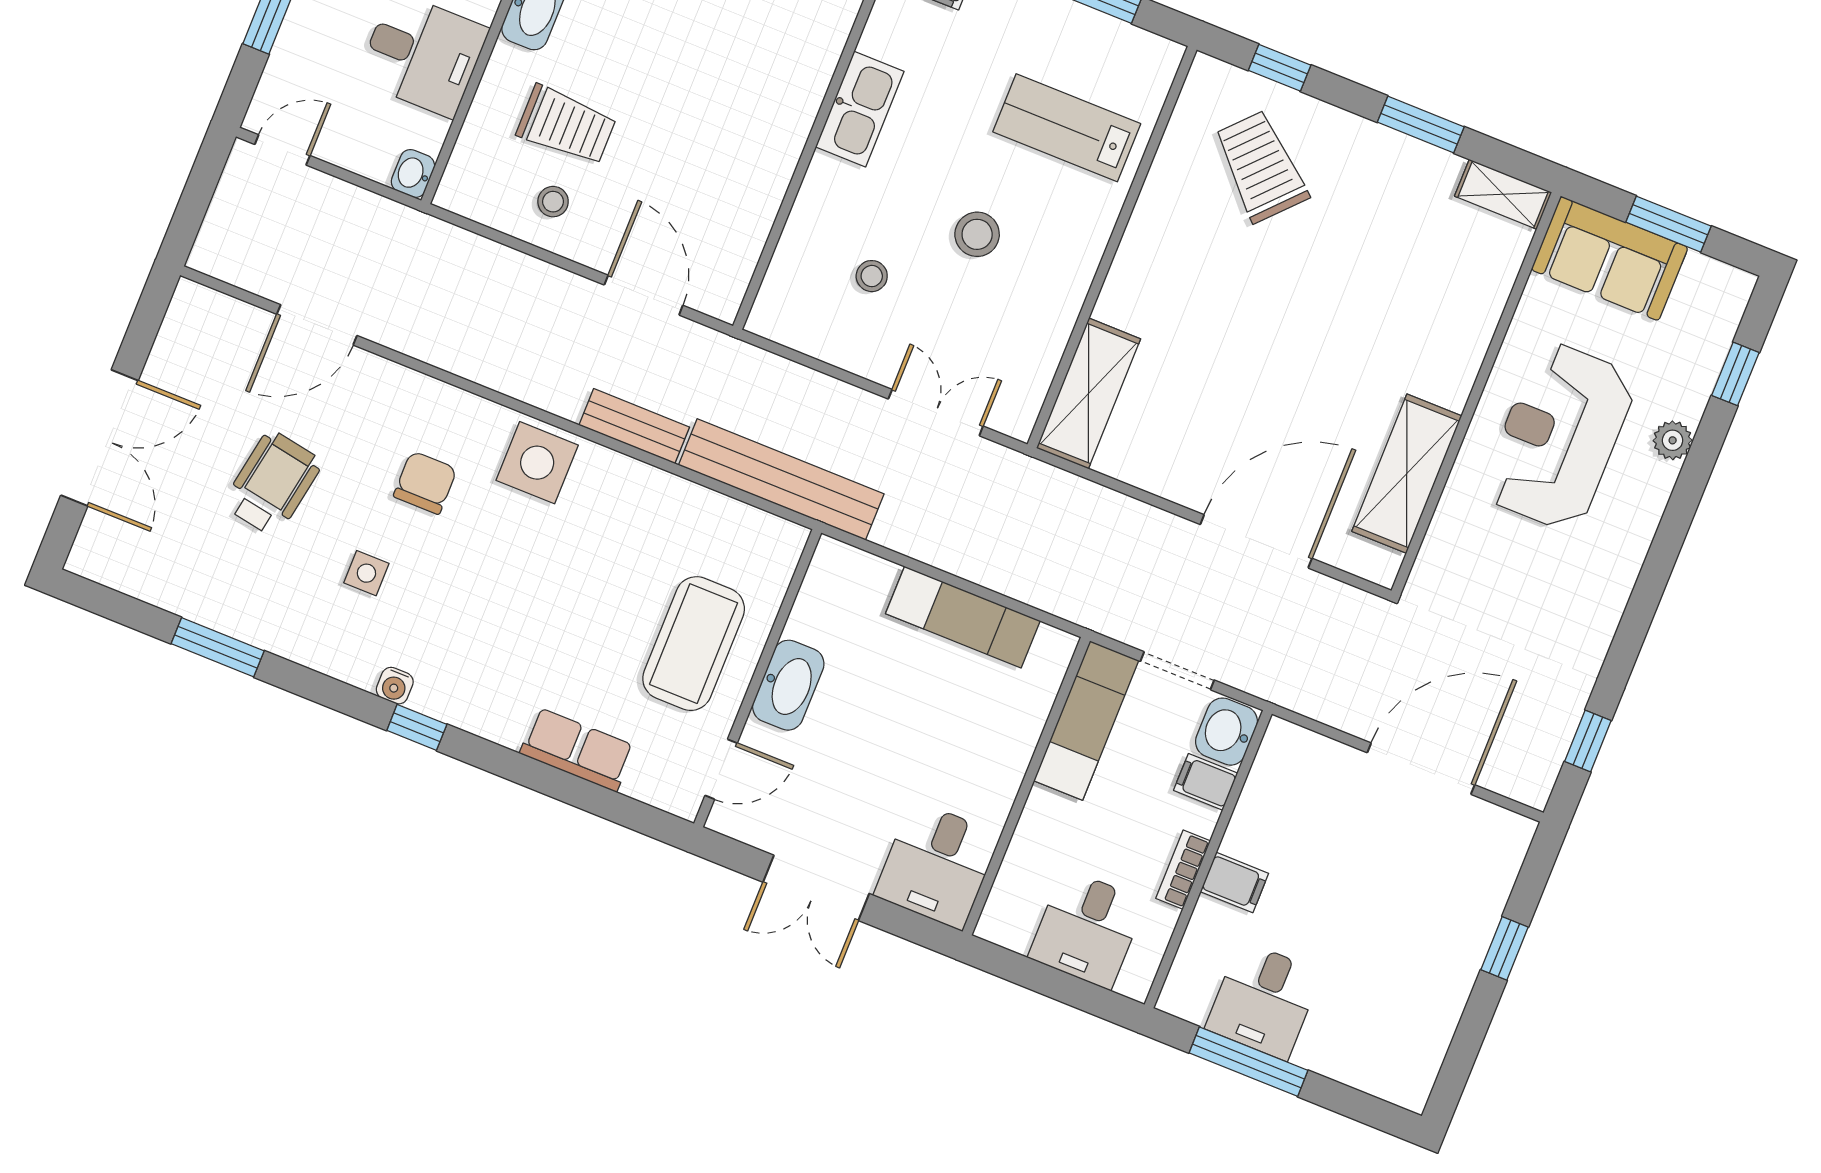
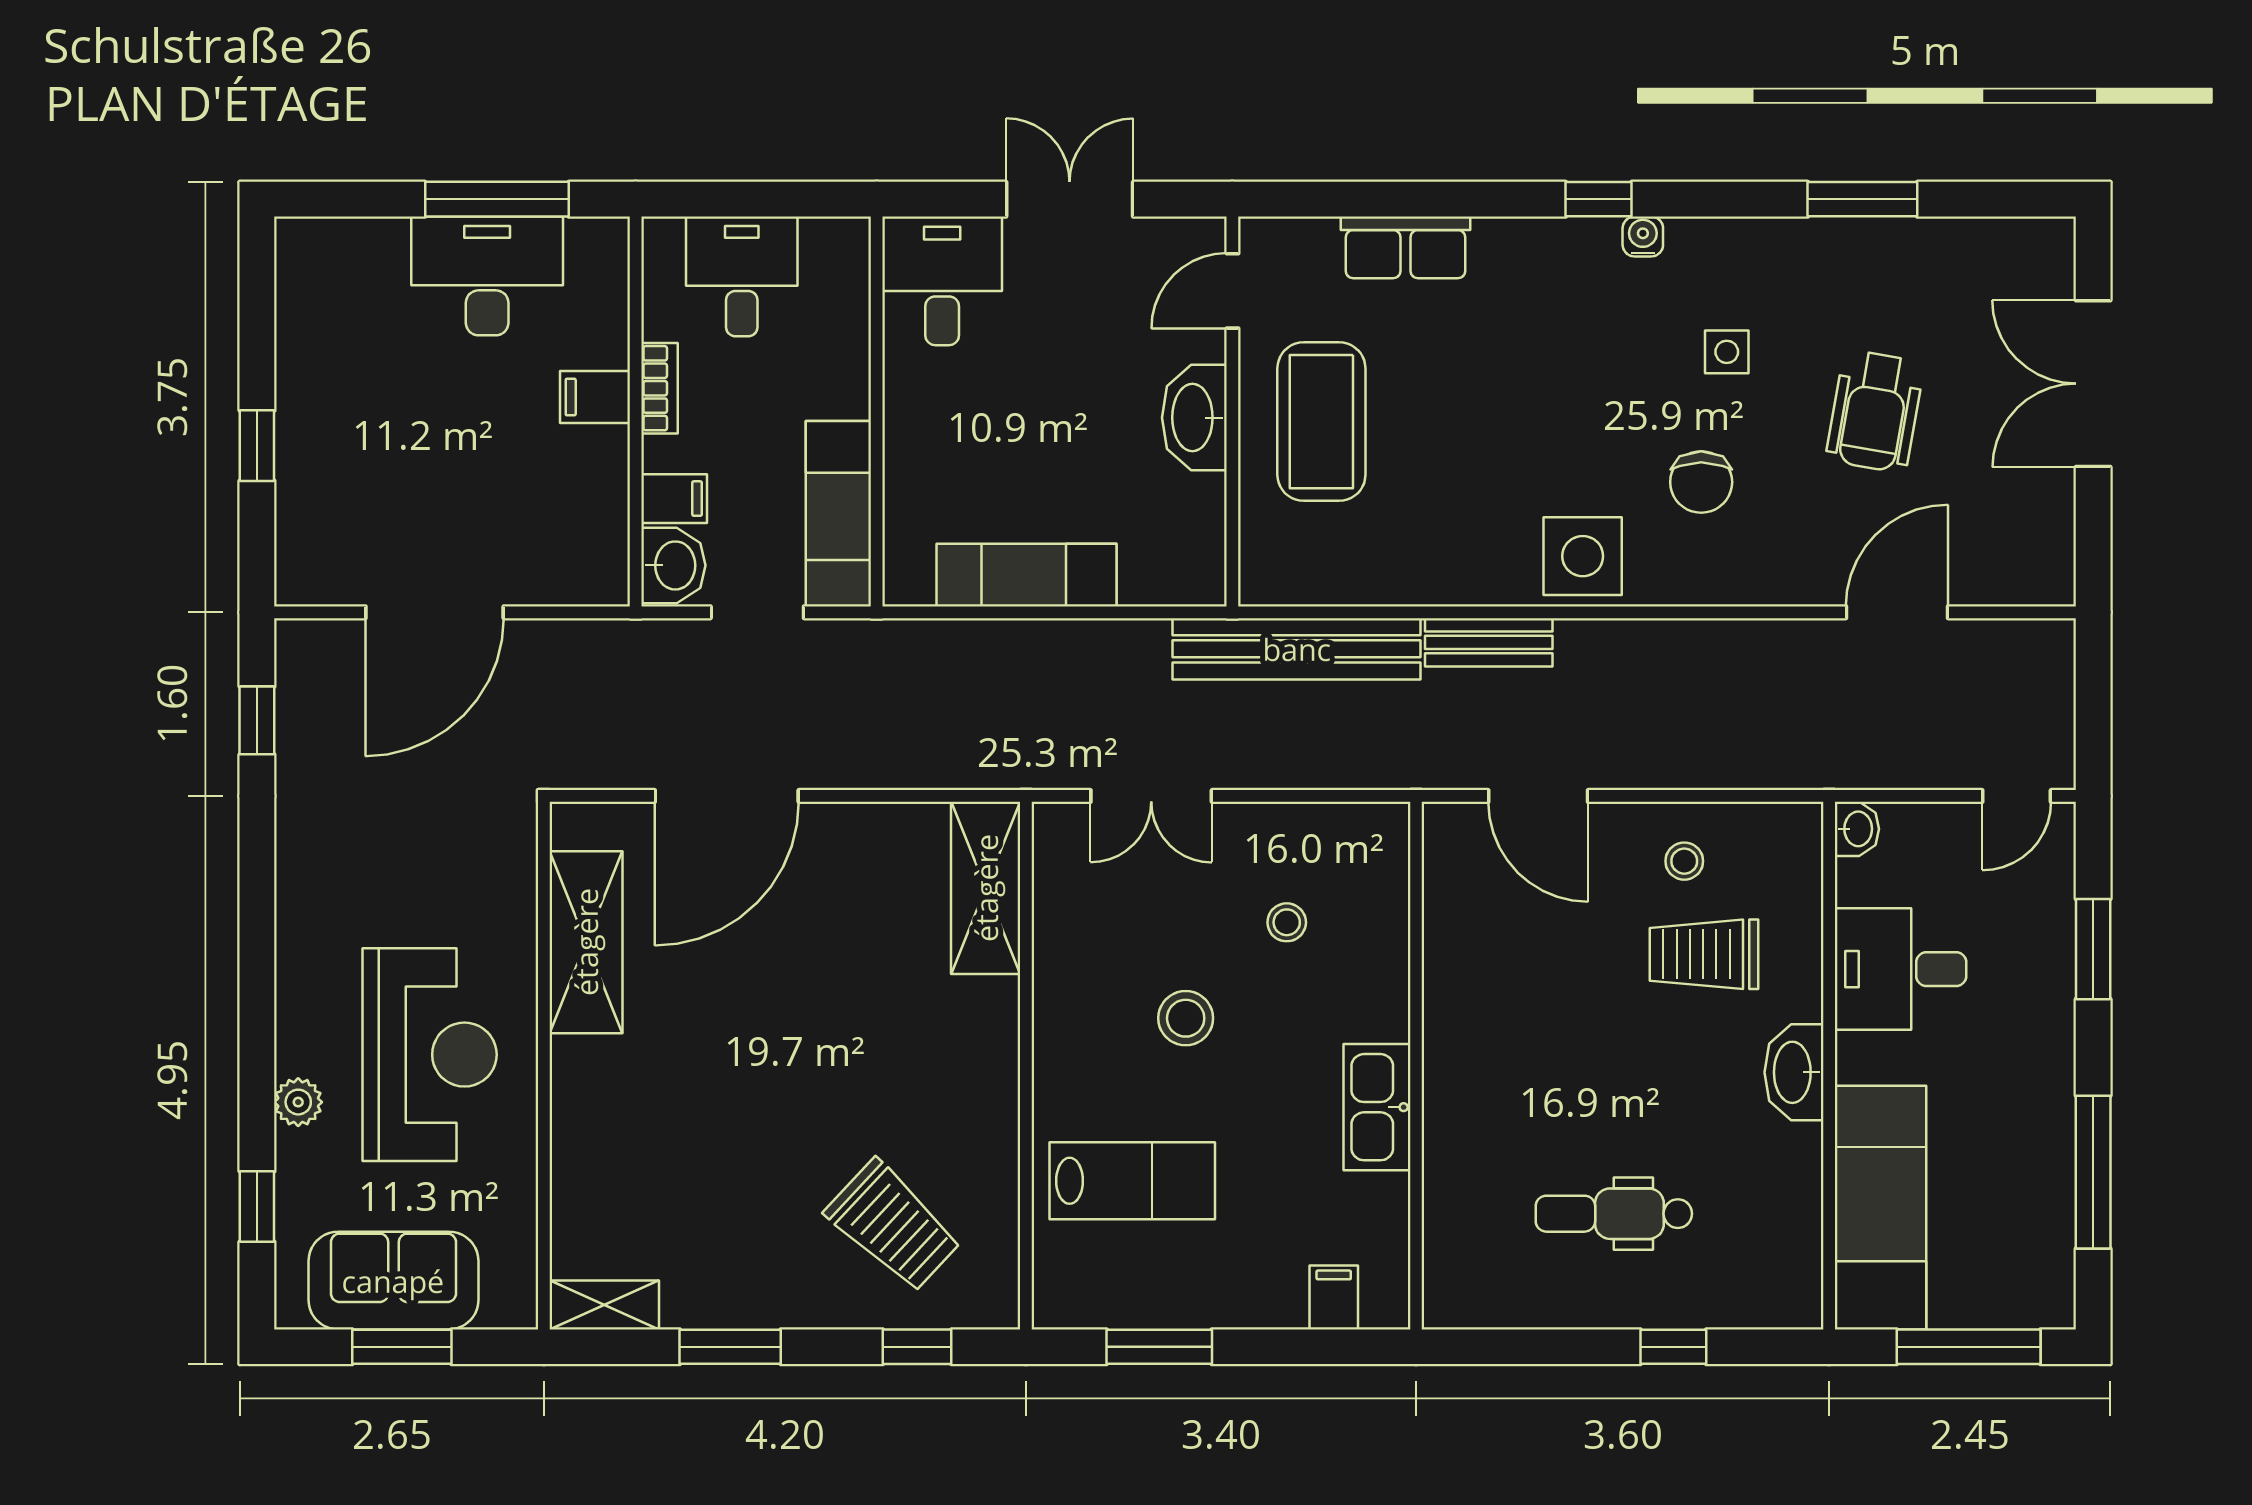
sofa: (1610, 258) -> (393, 1281), moved
desk: (1264, 1000) -> (487, 276), width x1.37

